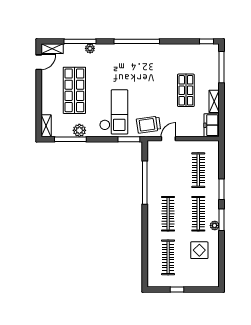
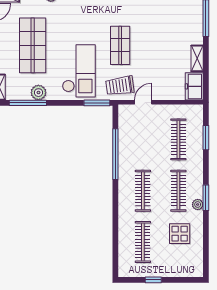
shop shelf: (186, 90) -> (120, 45), moved
window: (222, 189) -> (206, 138), moved

